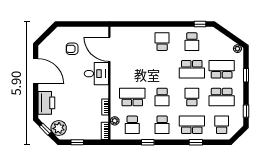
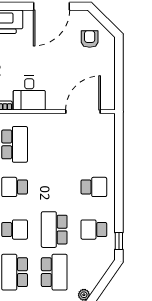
armchair: (72, 49) -> (90, 39), moved
desk: (96, 74) -> (29, 93), moved

